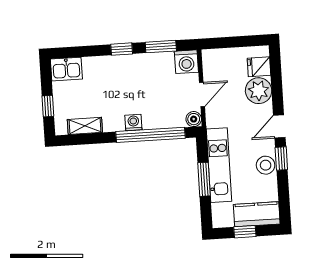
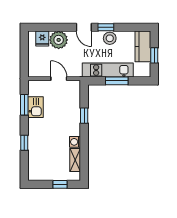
window: (122, 49) -> (24, 143), moved
washing machine: (186, 62) -> (36, 88), removed
kitchen sink: (66, 69) -> (36, 107), moved
boiler: (194, 119) -> (75, 85), removed
washing machine: (133, 123) -> (75, 142), moved
window: (150, 135) -> (84, 116), width x0.32

